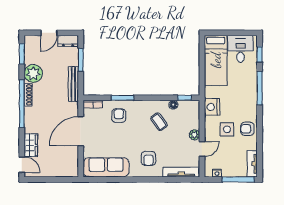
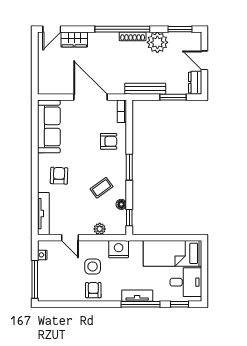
window: (123, 98) -> (129, 167), moved
plant: (194, 135) -> (100, 229), moved
armchair: (149, 158) -> (59, 176), turned 92
tv unit: (252, 164) -> (137, 296), moved

